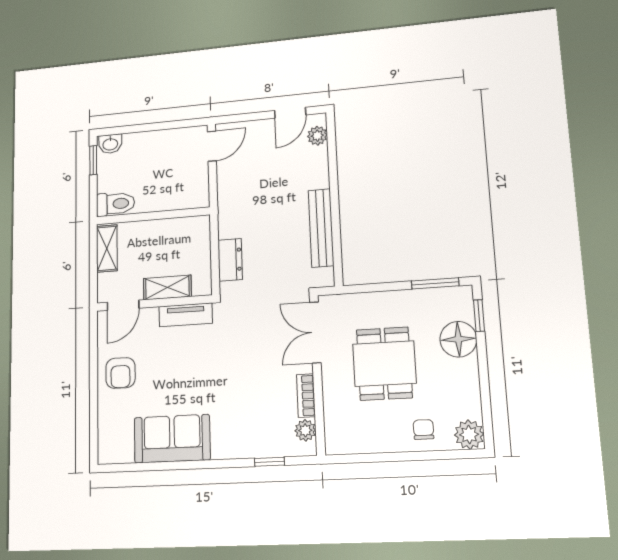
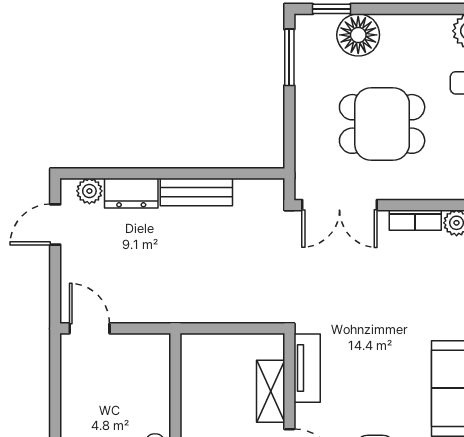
door: (290, 113) -> (55, 224), swing flipped
bench: (321, 228) -> (196, 192), width x0.73
dresser: (230, 260) -> (131, 193), moved, turned 180

